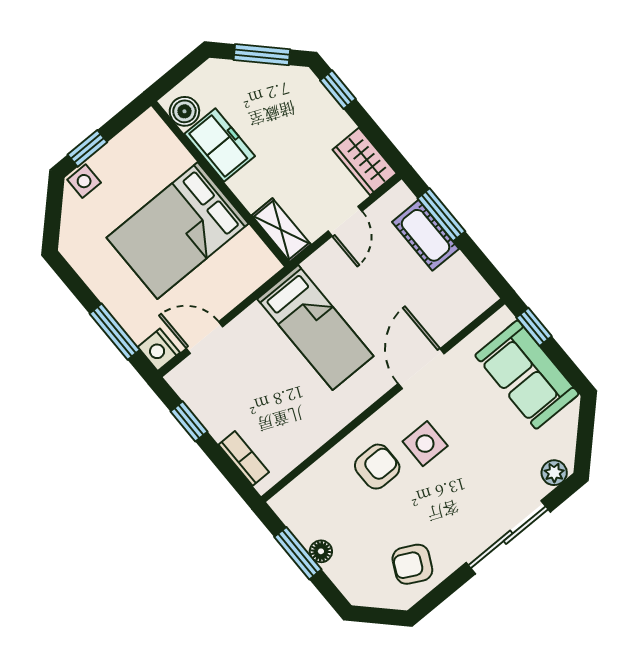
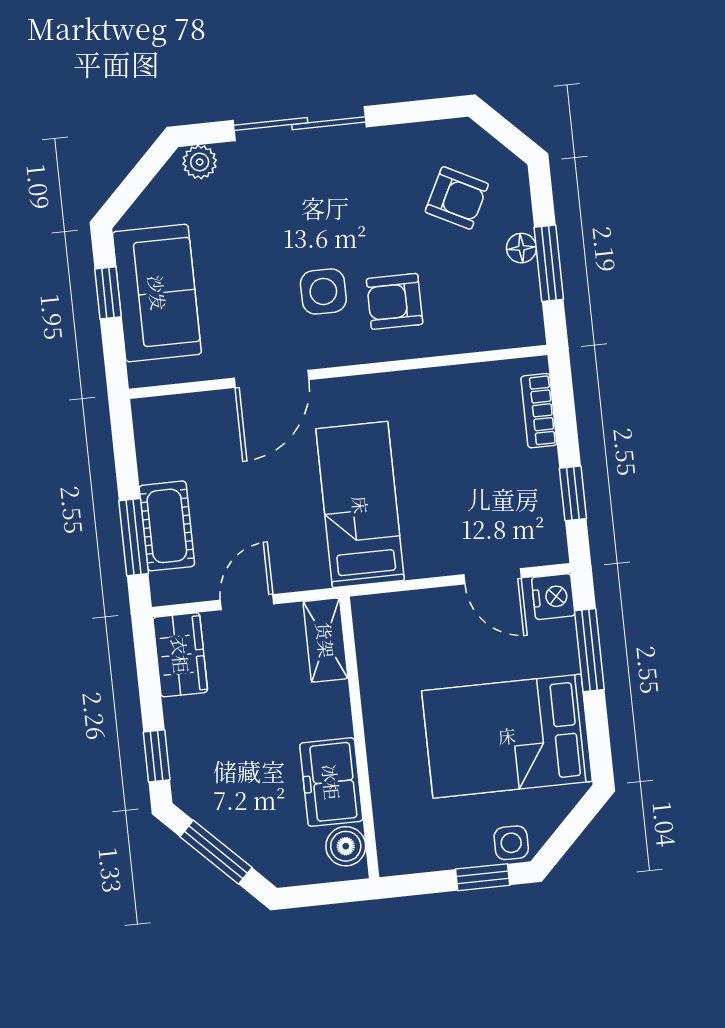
bed: (177, 231) -> (507, 736), moved, turned 180
window: (534, 327) -> (108, 293), moved
armchair: (412, 564) -> (457, 198), moved

